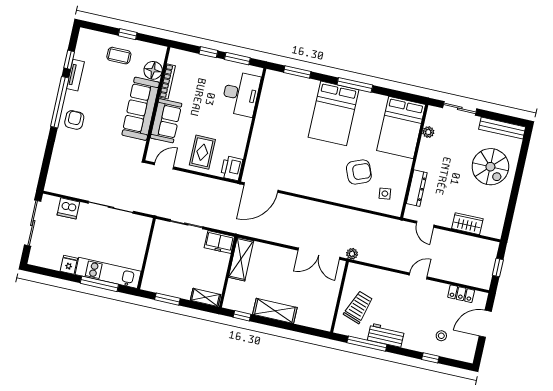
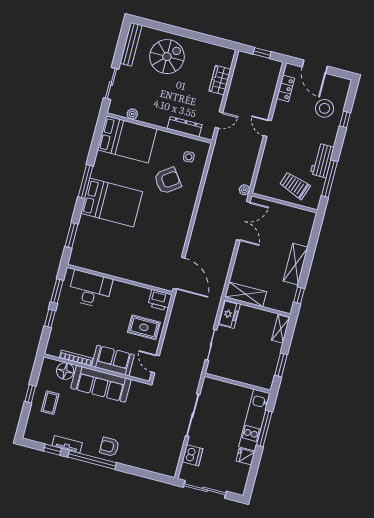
armchair: (359, 172) -> (168, 181), turned 76
stool: (441, 336) -> (324, 108), width x1.89, depth x1.89

